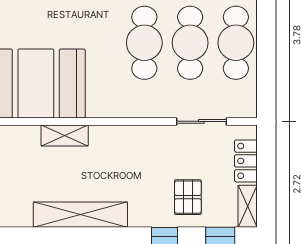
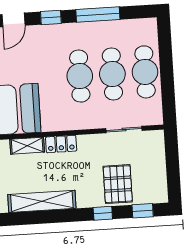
locker: (246, 161) -> (61, 144), moved, turned -90
pallet: (188, 197) -> (118, 184), width x1.50, depth x1.42
shelving: (248, 206) -> (161, 188), removed

